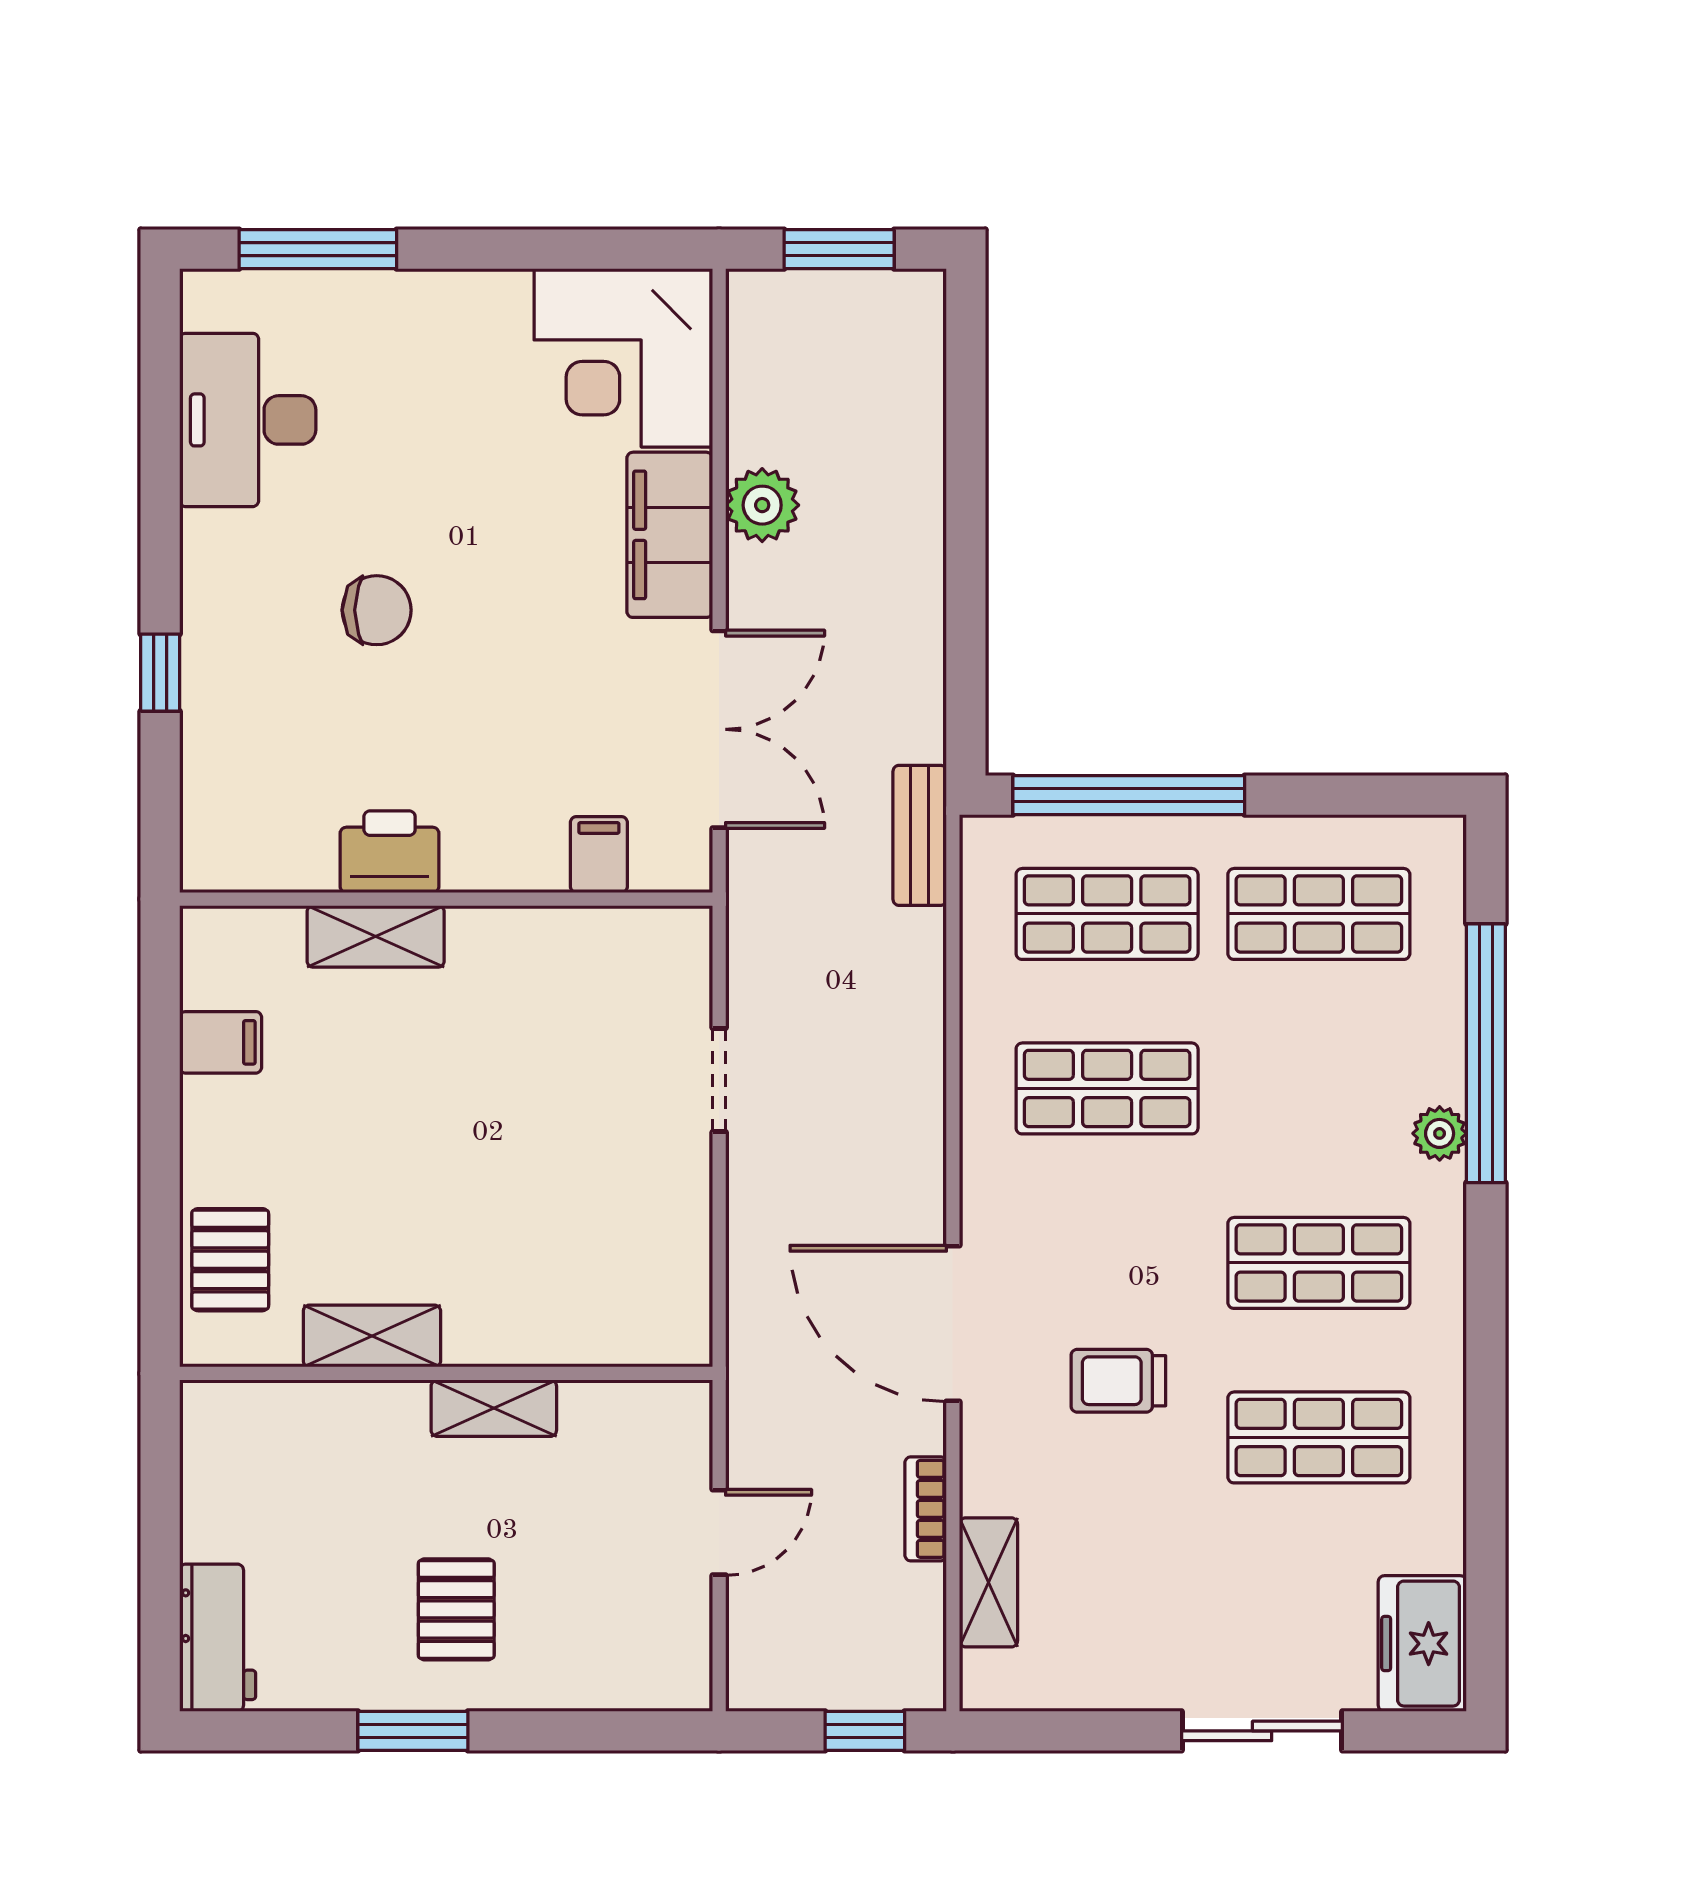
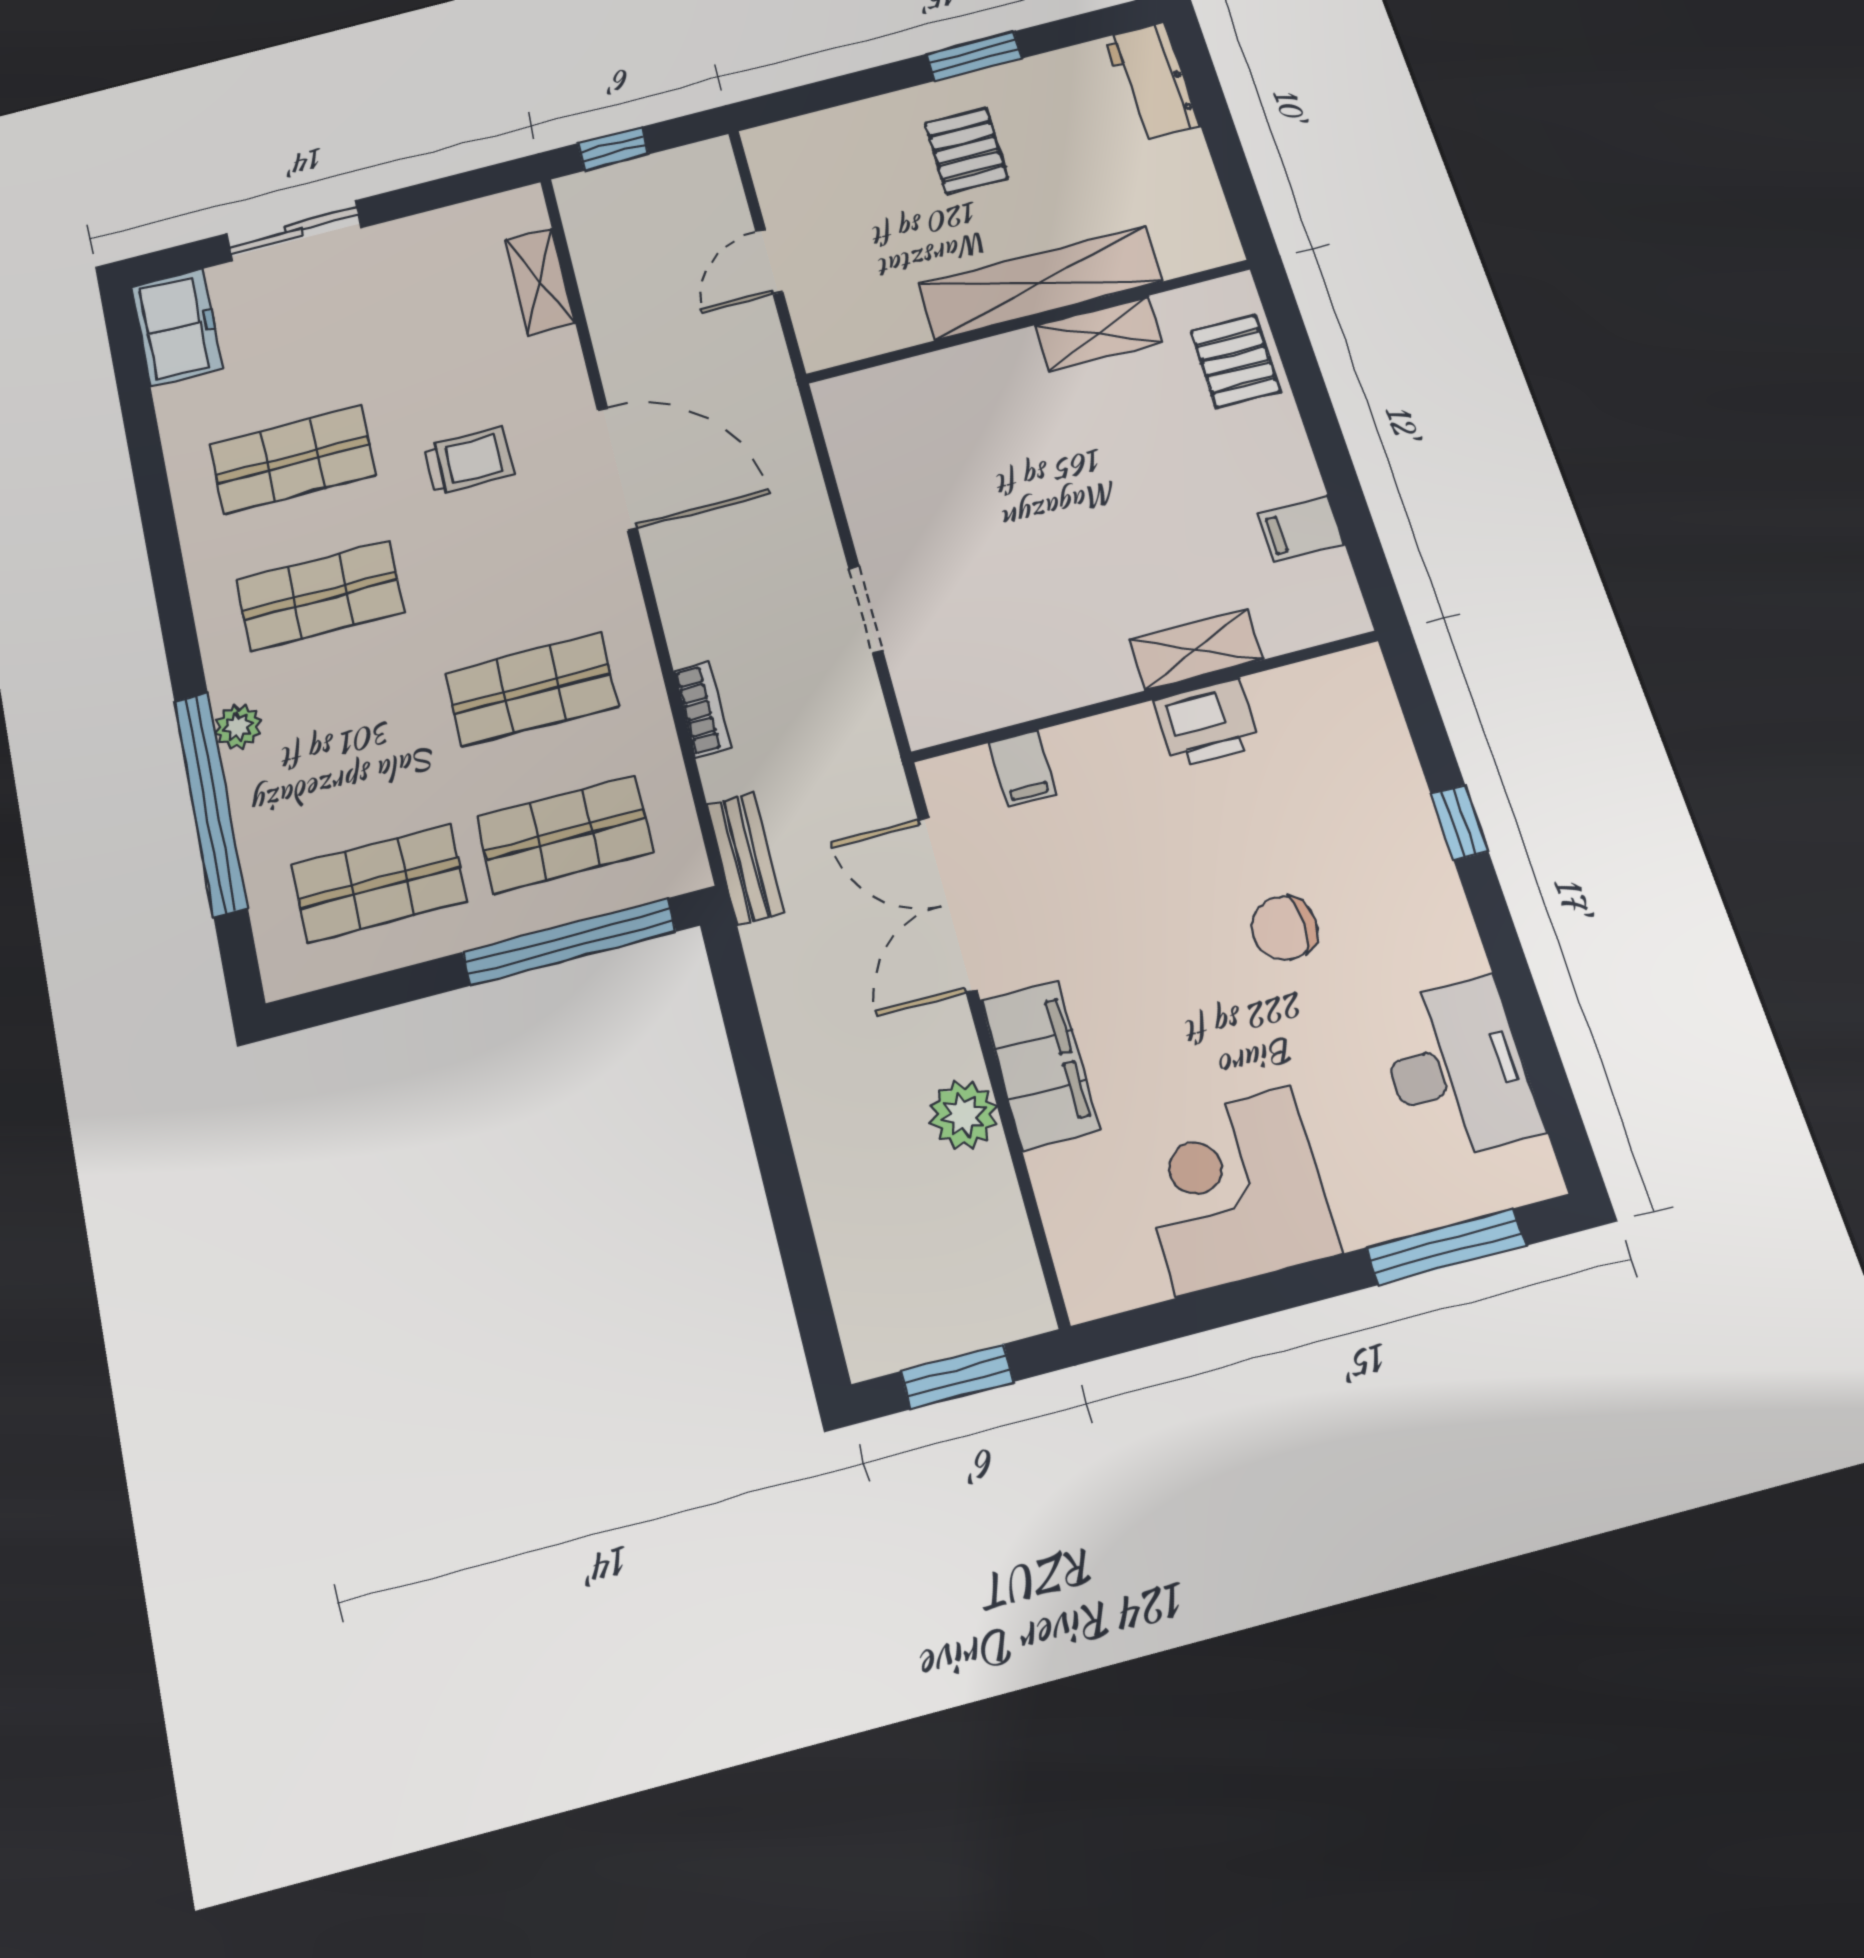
corner desk: (623, 358) -> (1234, 1191), moved, turned -90
shelving: (494, 1408) -> (1041, 283), width x2.20, depth x1.33
bookcase: (926, 1509) -> (702, 709), moved

